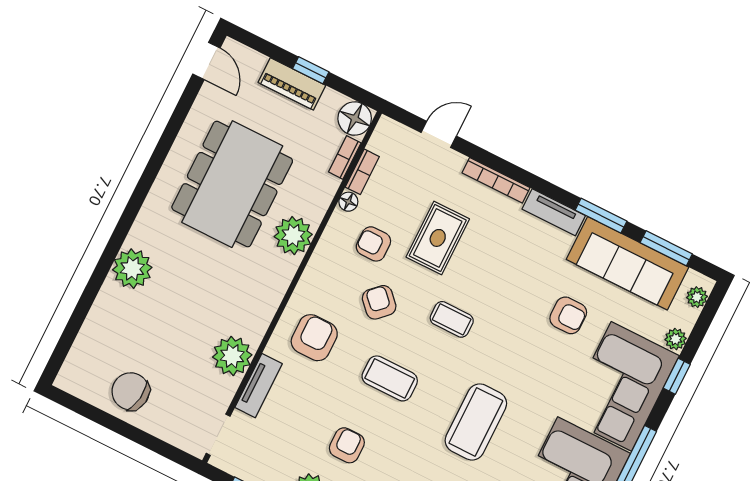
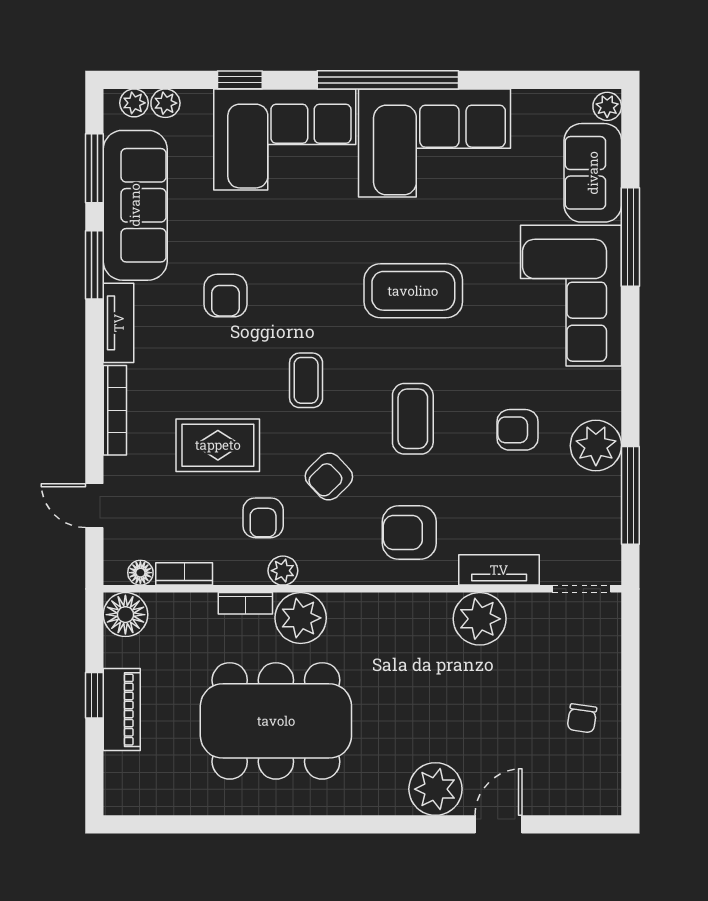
door: (206, 61) -> (499, 824), moved
bookcase: (345, 157) -> (245, 603), moved
floor lamp: (348, 202) -> (140, 573), moved
plant: (331, 240) -> (283, 571), added
armchair: (568, 315) -> (225, 296), moved, turned 180
plant: (676, 339) -> (165, 103), moved
chair: (131, 391) -> (582, 718), width x0.54, depth x0.54

